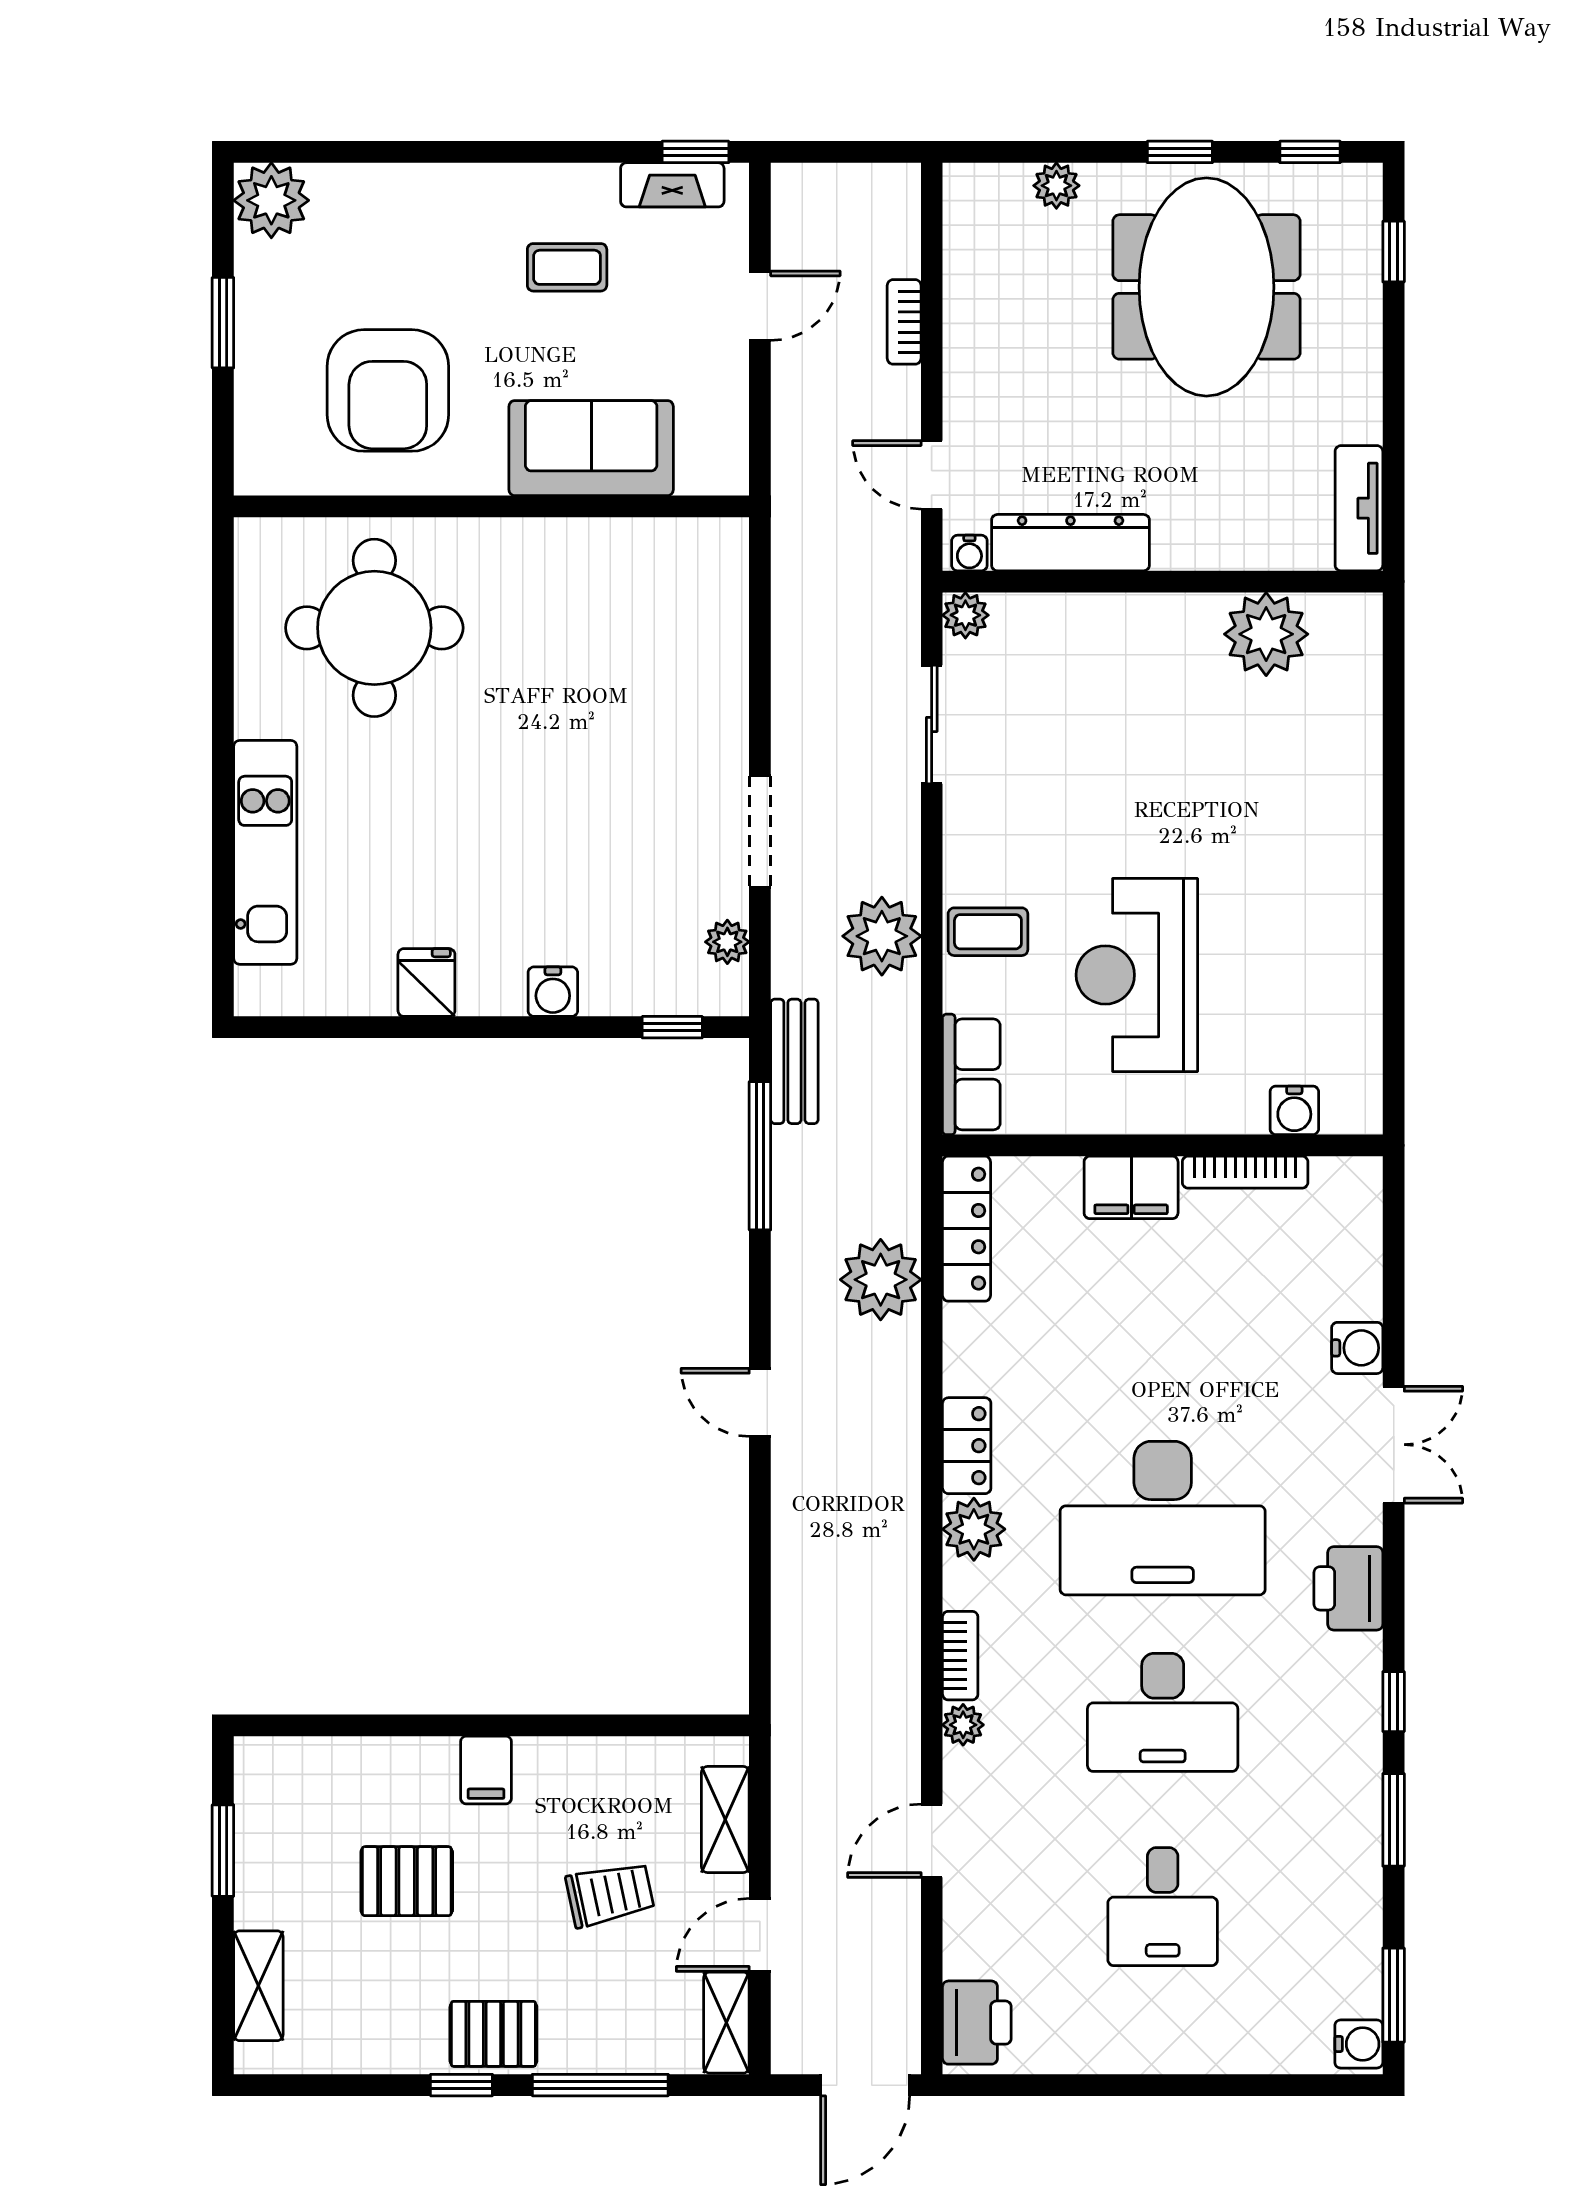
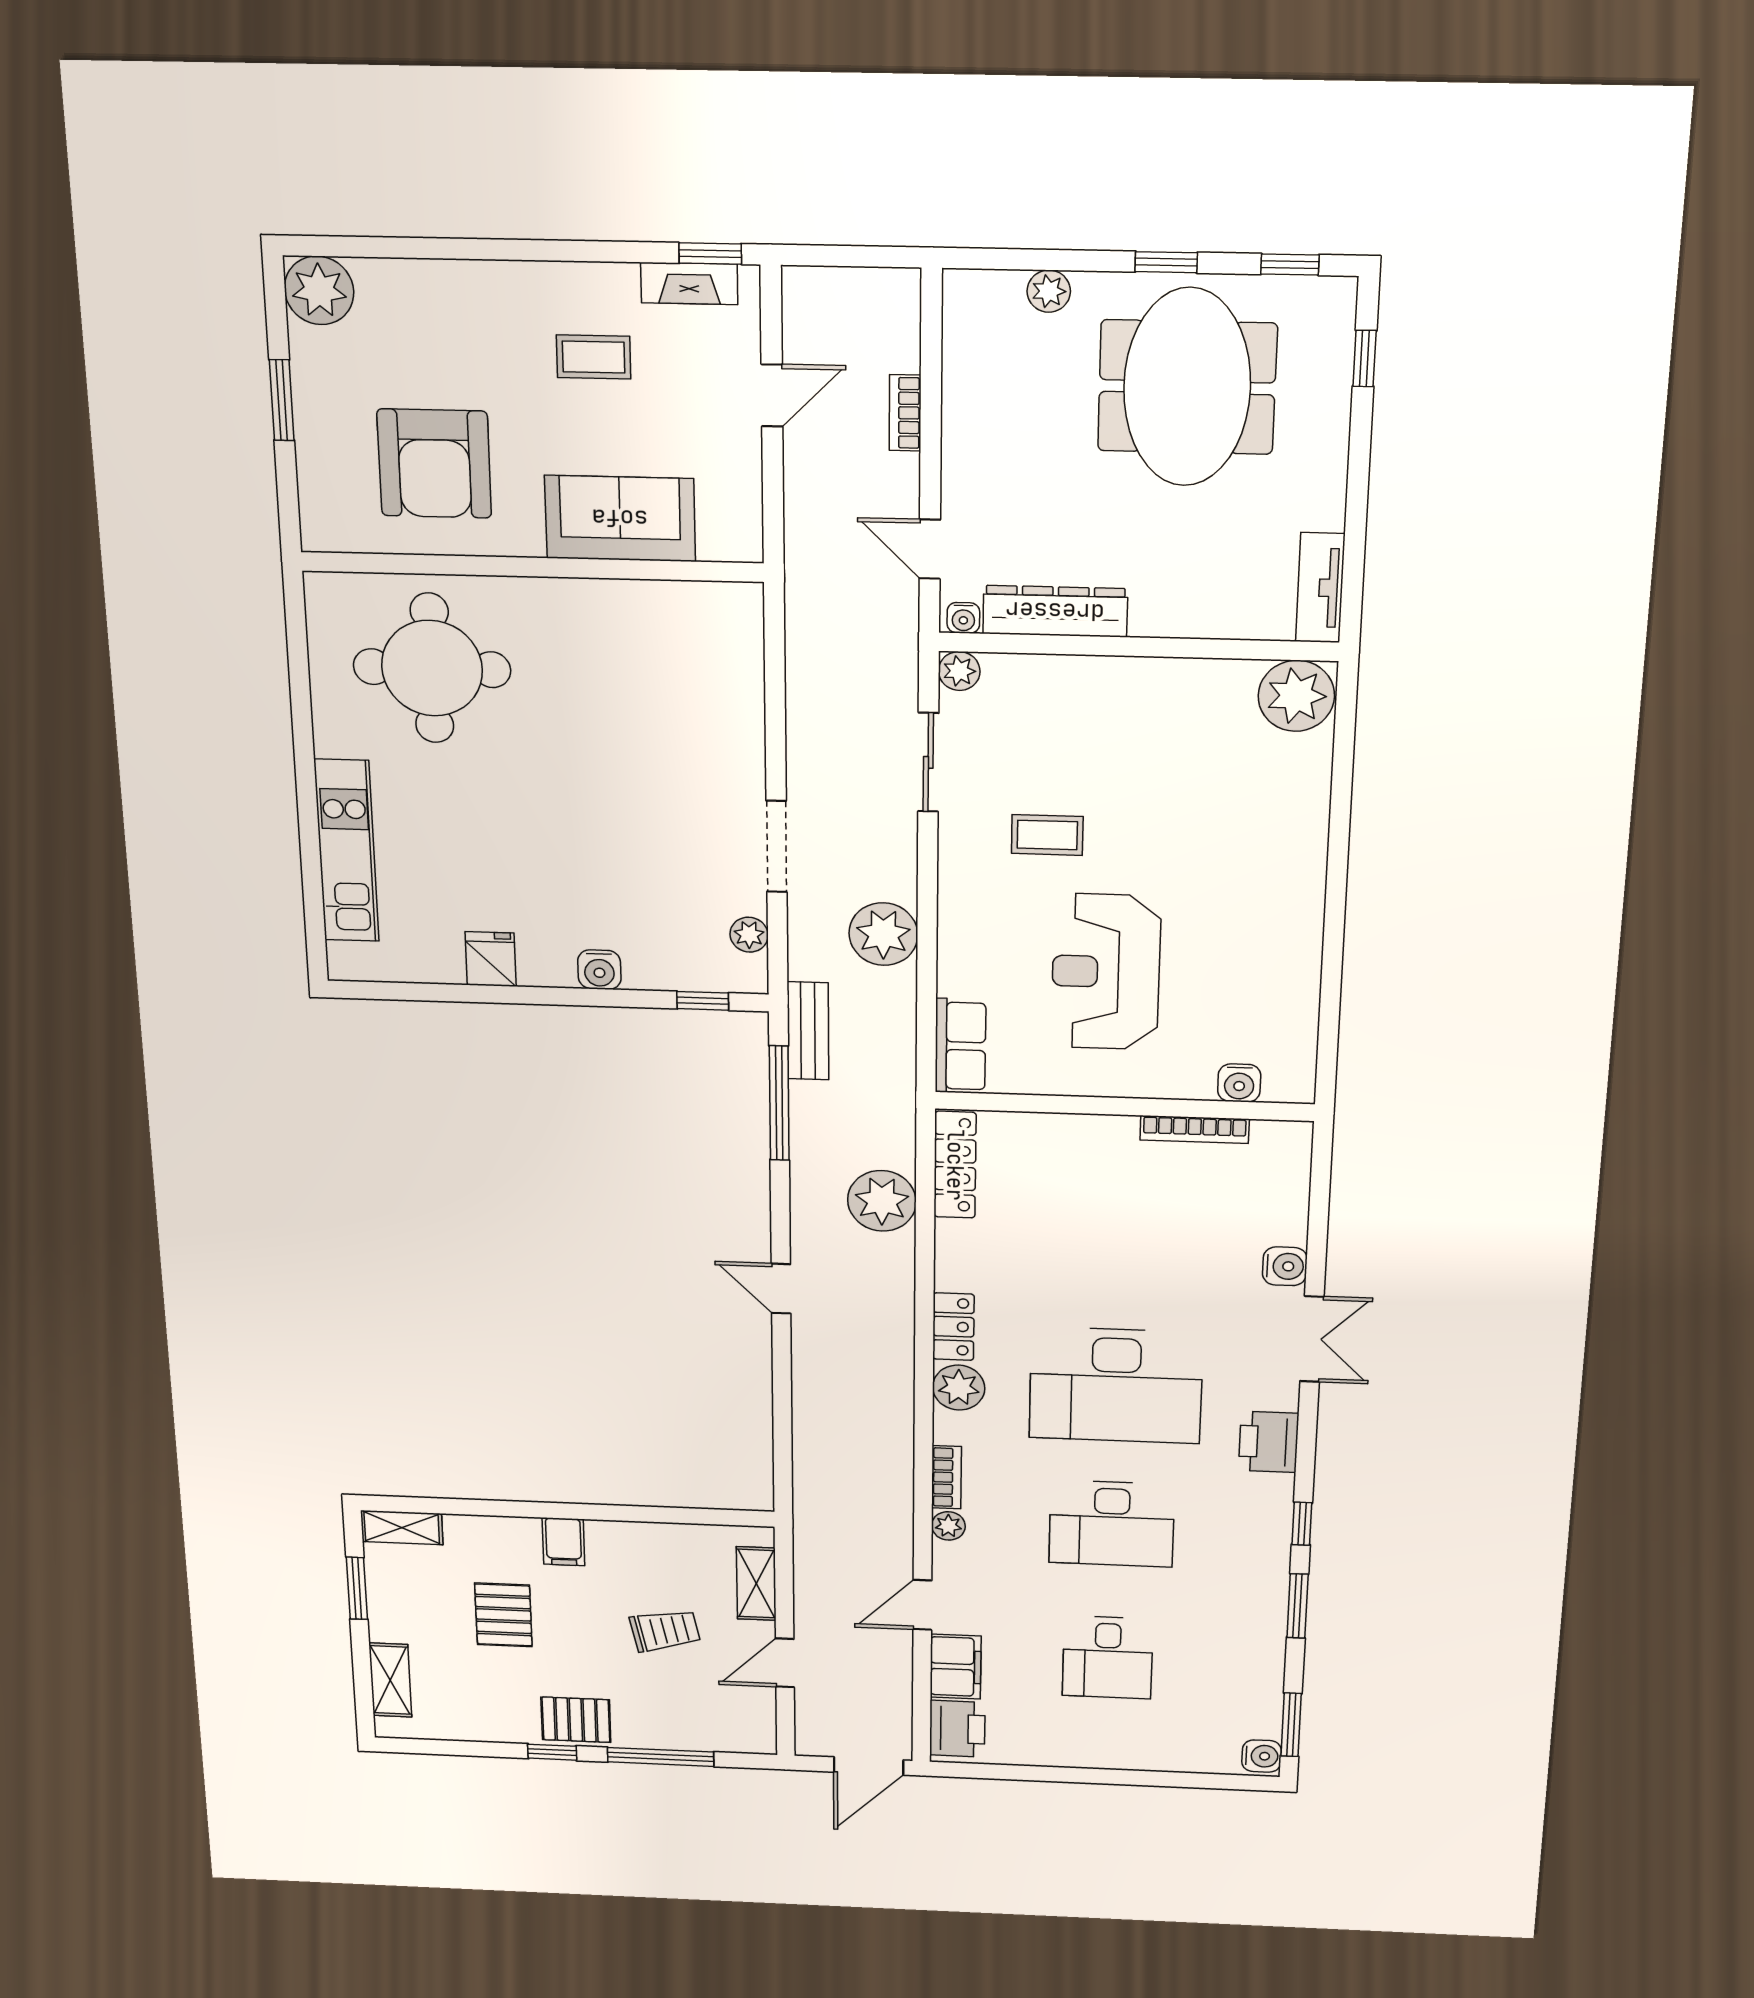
plant: (1266, 634) -> (1296, 696), moved
coffee table: (988, 932) -> (1047, 835), moved
filing cabinet: (1131, 1187) -> (956, 1667), moved, turned -90
pallet: (407, 1881) -> (503, 1615), turned 90
shelving: (726, 2023) -> (402, 1528), moved, turned 90

